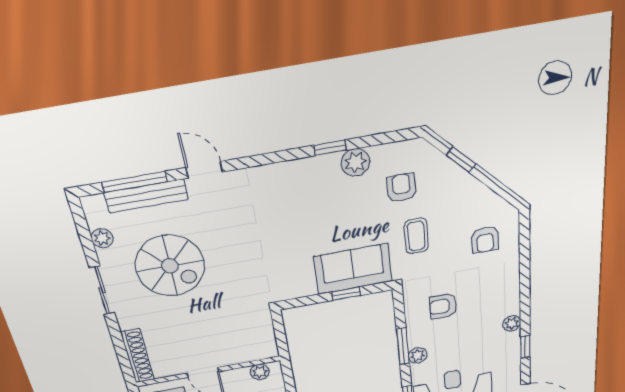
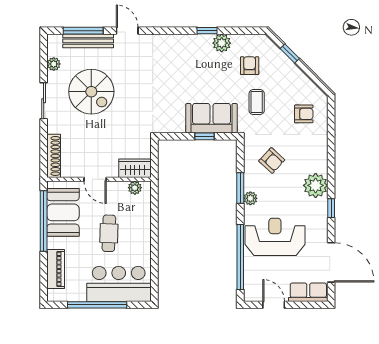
armchair: (485, 240) -> (304, 114), turned -90
armchair: (443, 306) -> (272, 160), turned -137
plant: (512, 323) -> (316, 185), width x1.88, depth x1.88
wardrobe: (255, 350) -> (135, 168), added

